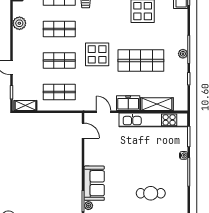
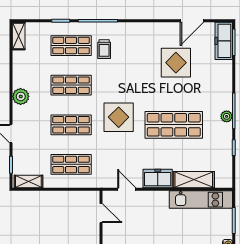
plant: (19, 23) -> (21, 96), moved
kitchen unit: (153, 120) -> (201, 200), width x0.73

